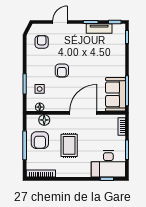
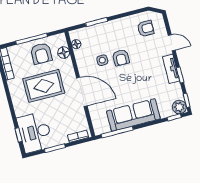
tv unit: (99, 29) -> (171, 69), moved
plant: (119, 30) -> (179, 107), added
armchair: (62, 70) -> (121, 58), turned -90
side table: (40, 89) -> (102, 60), moved
sofa: (116, 94) -> (133, 115), moved, width x1.36
armchair: (40, 140) -> (41, 54), turned -90
rug: (69, 145) -> (44, 86), width x1.36, depth x1.43

